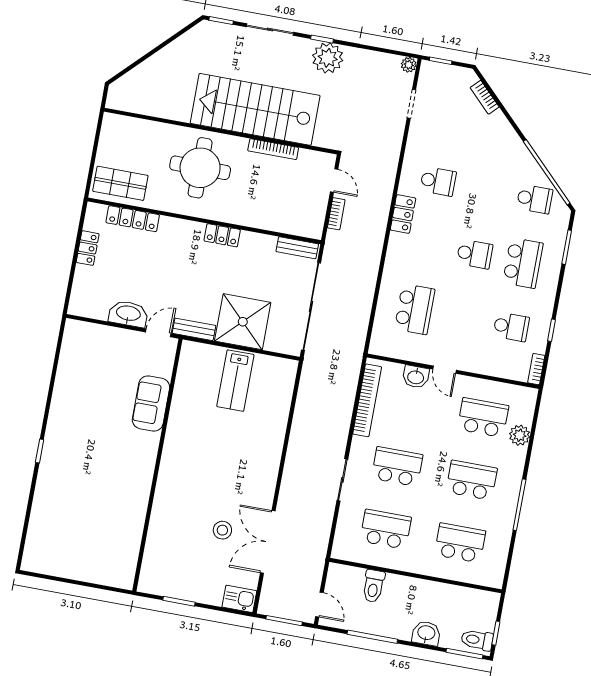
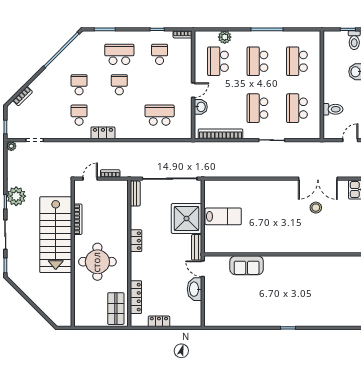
school desk: (535, 199) -> (79, 85), moved

